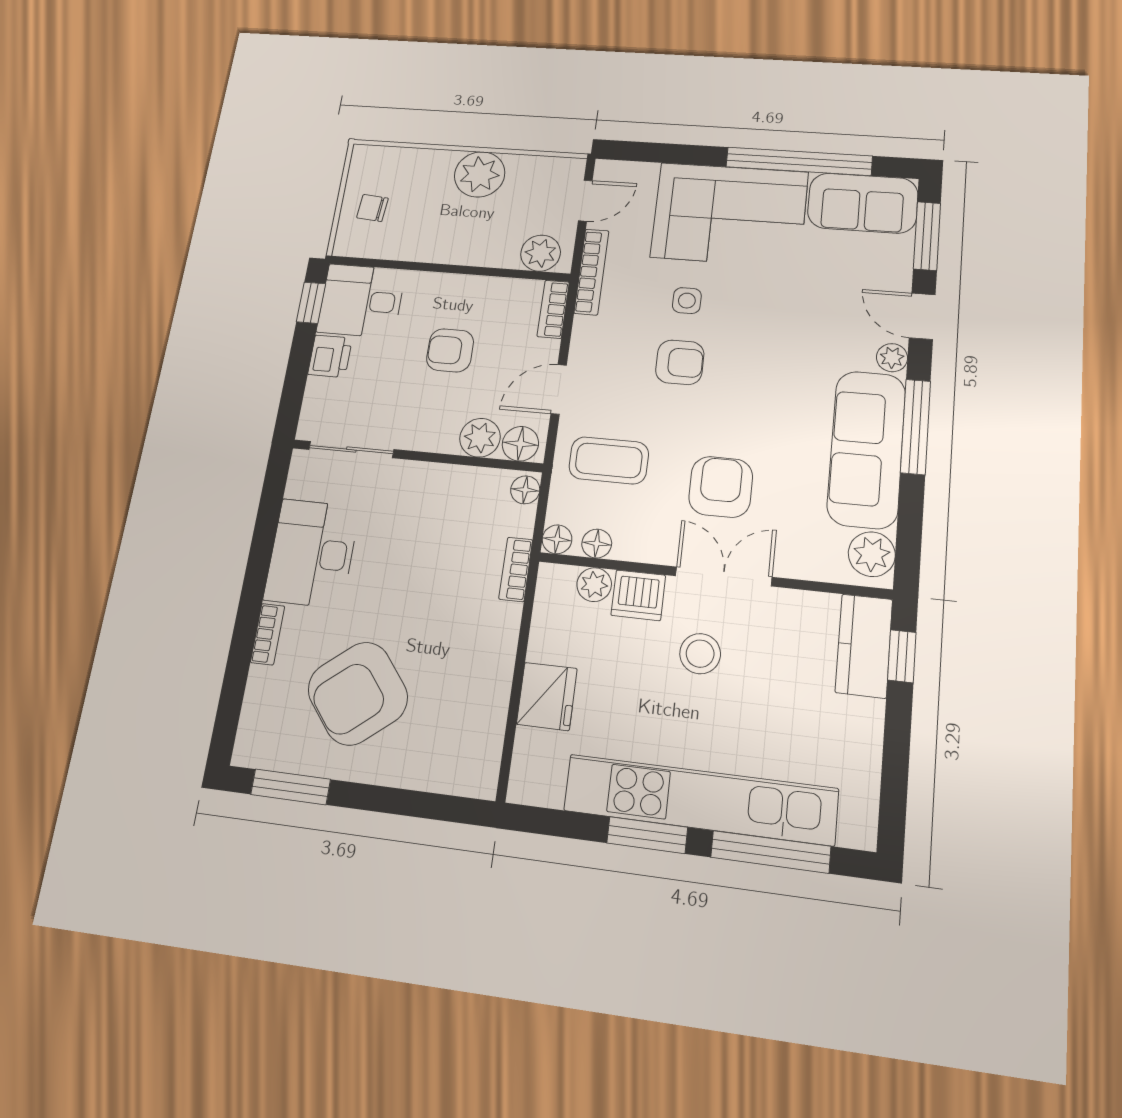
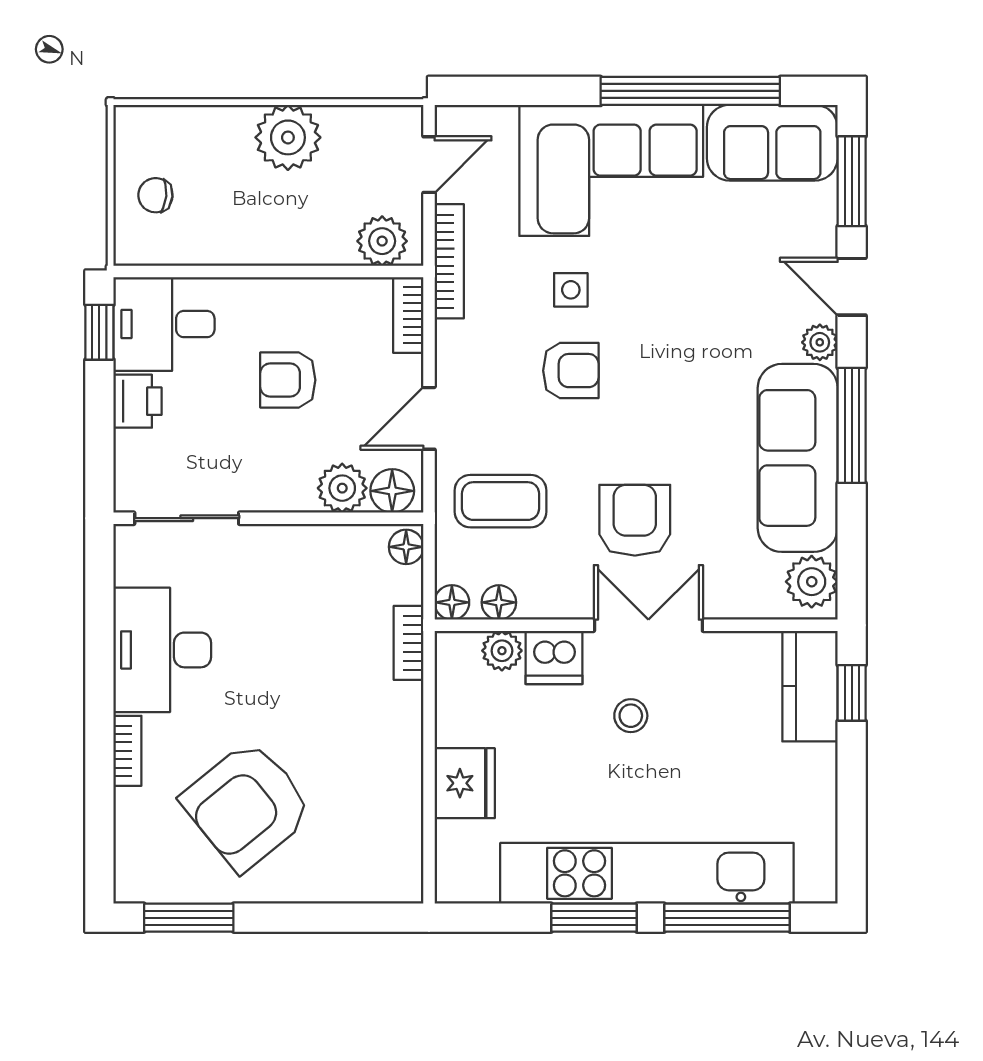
stool: (700, 654) -> (631, 716), width x0.73, depth x0.73

